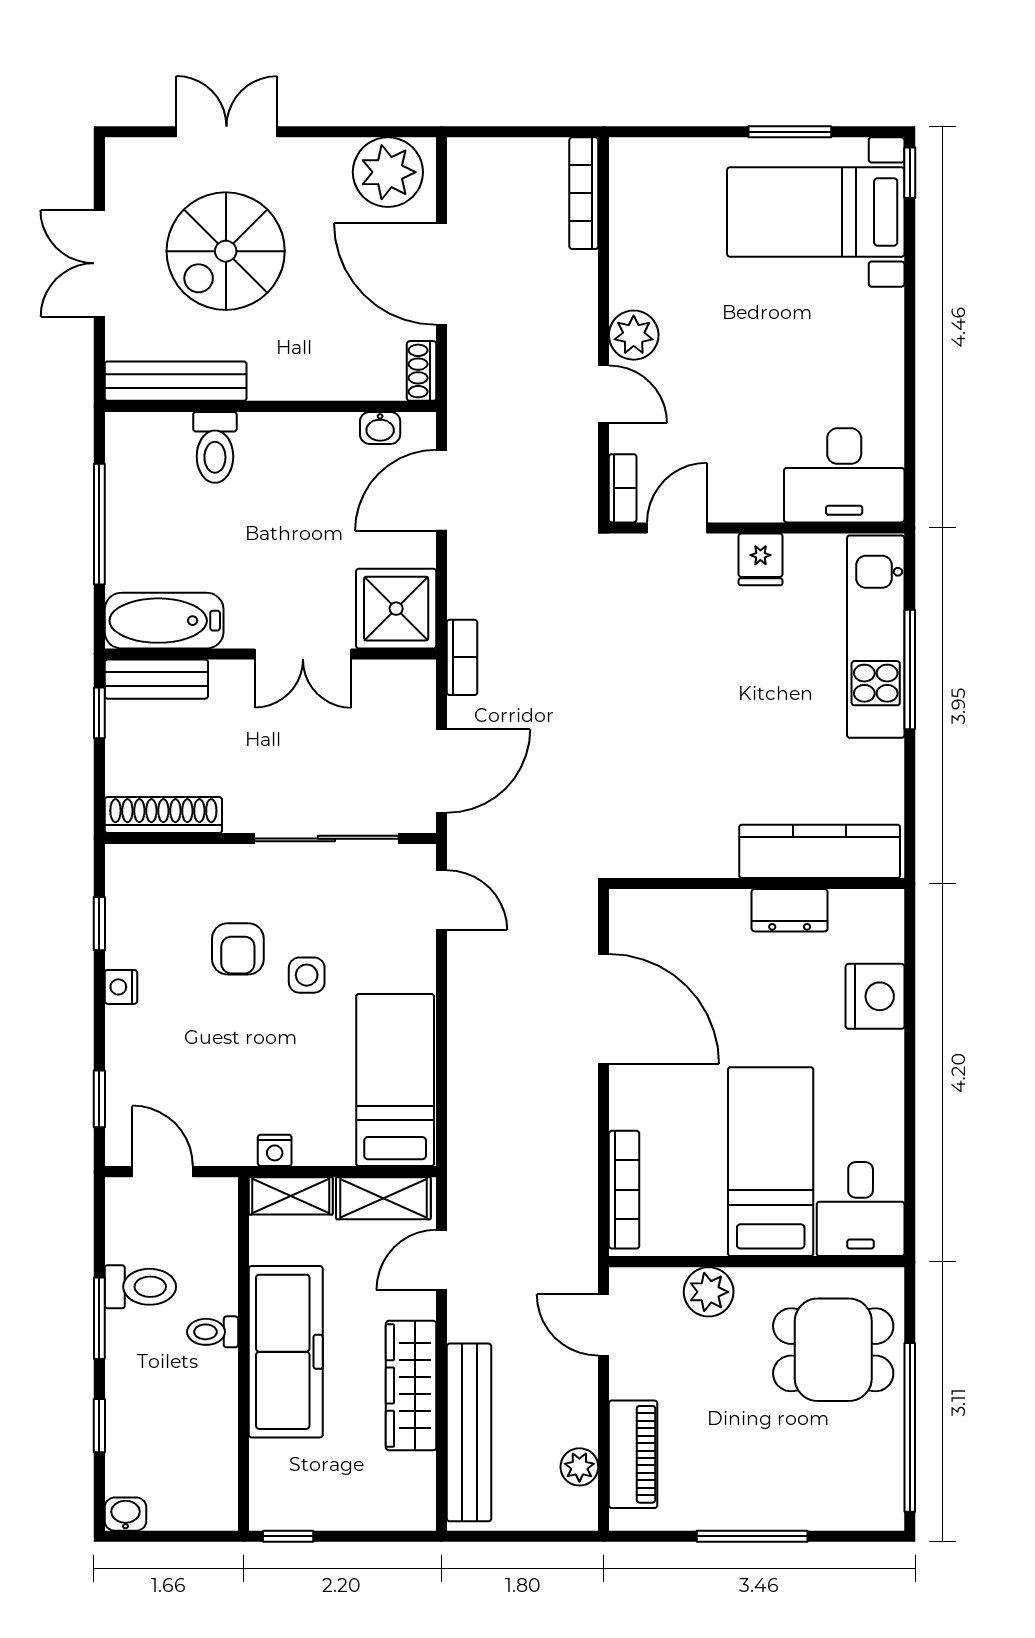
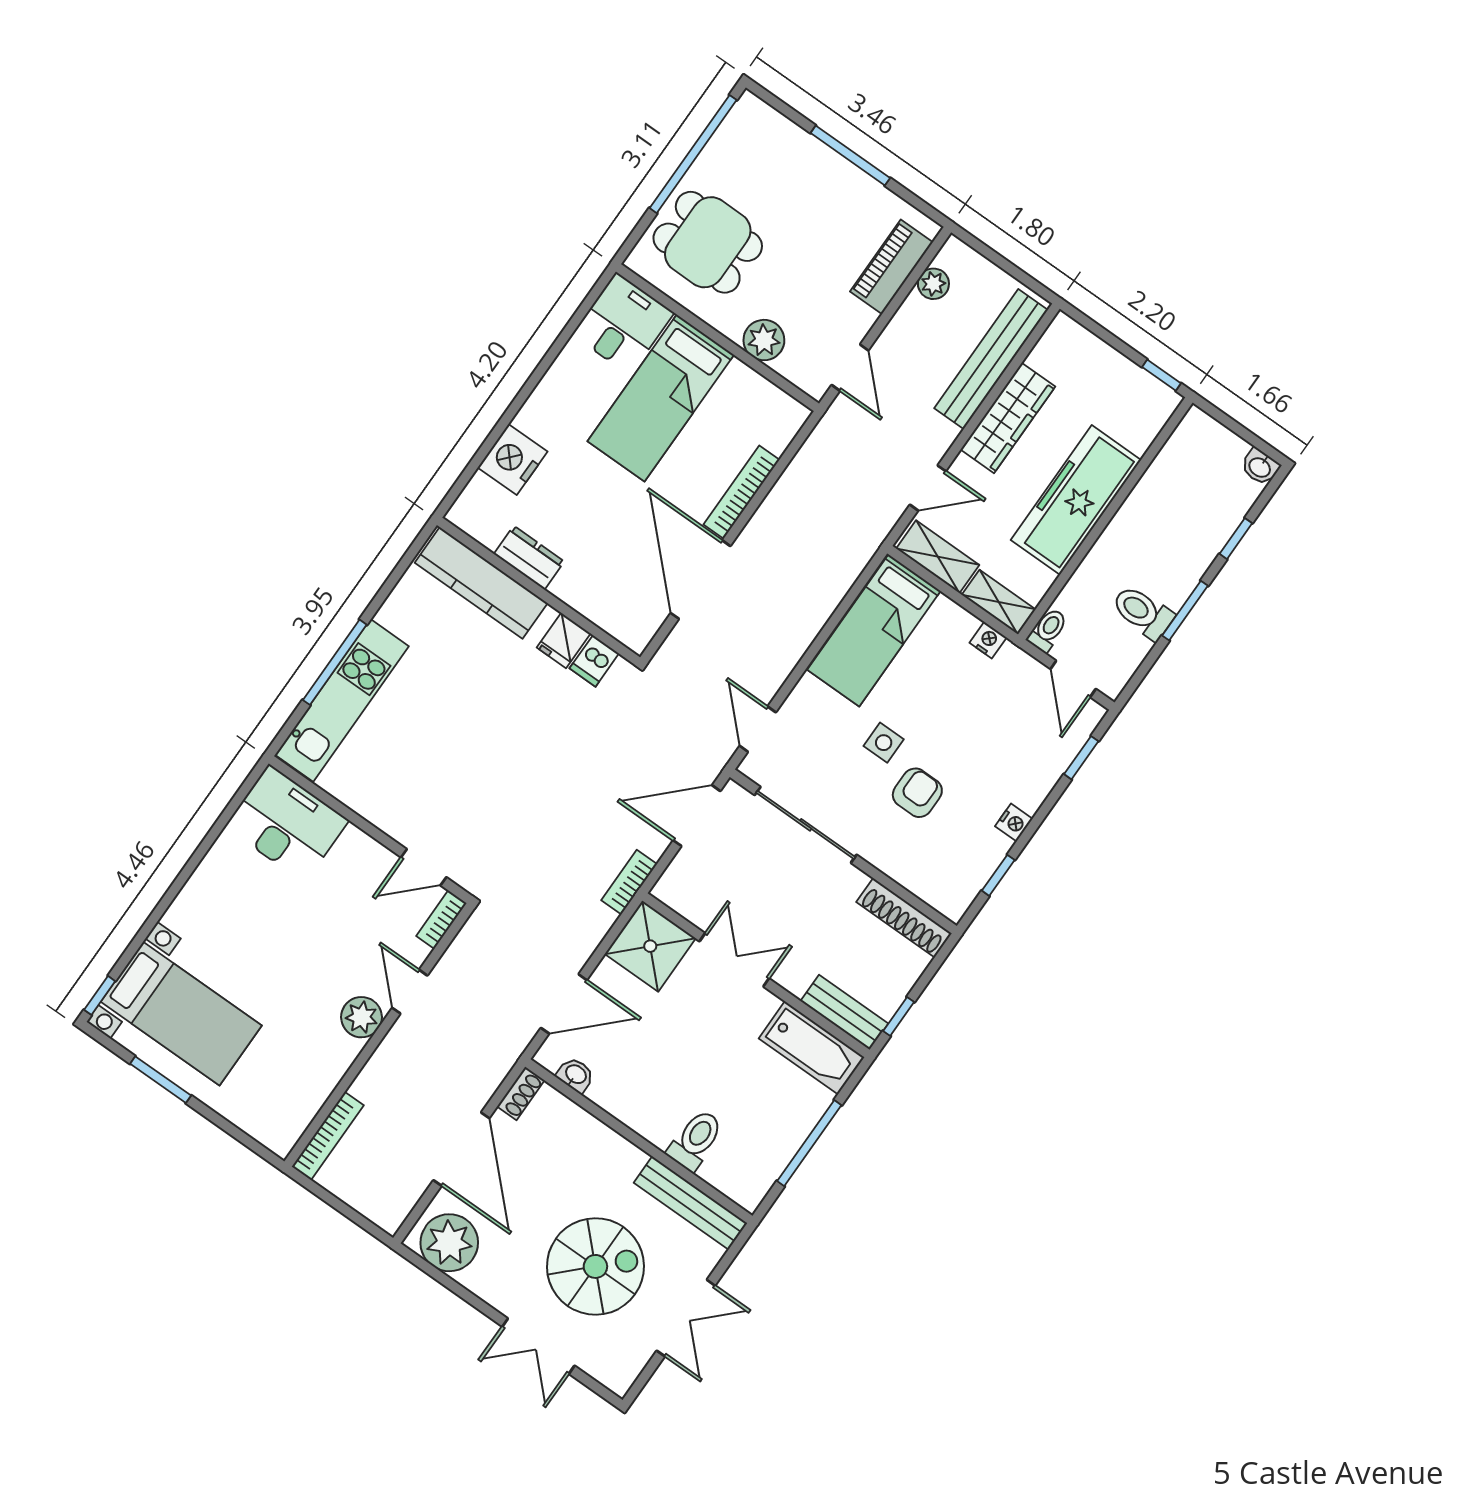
fridge: (760, 559) -> (564, 640), moved, turned 180
dishwasher: (652, 853) -> (594, 661), added
bookcase: (624, 1190) -> (742, 492), moved
toilet: (213, 1332) -> (1048, 630), moved, turned -90

